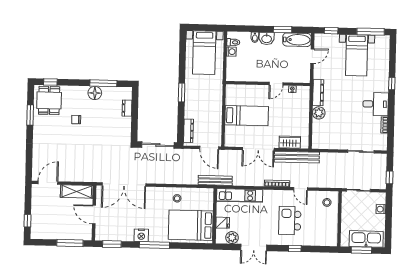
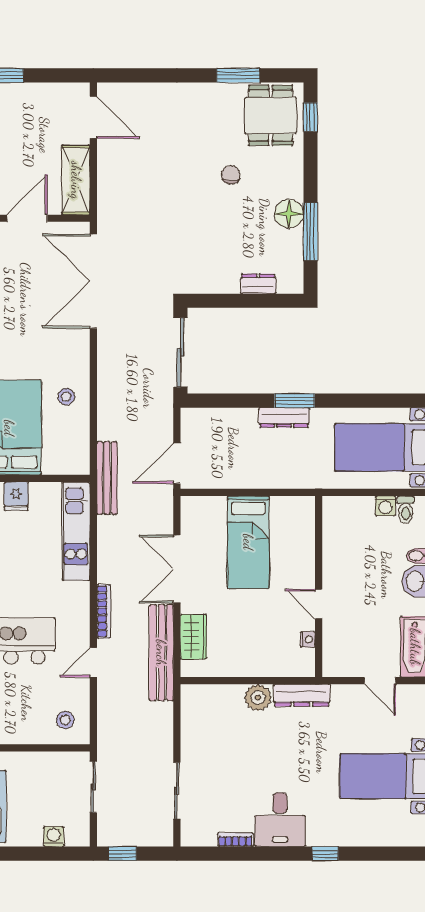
dining table: (49, 100) -> (271, 115), turned 90
dresser: (188, 131) -> (284, 418), moved

